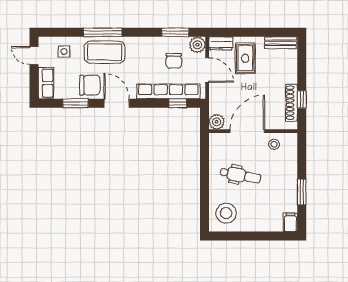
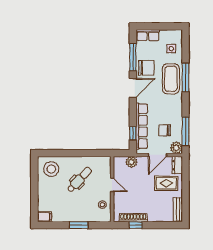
window: (175, 32) -> (185, 131), width x1.44
door: (34, 56) -> (168, 26), removed
chair: (90, 85) -> (146, 68), turned -90
window: (75, 103) -> (133, 57), width x1.44
plant: (217, 122) -> (131, 162), moved
door: (247, 131) -> (112, 185), width x0.53
dental chair: (240, 175) -> (79, 180), turned -148
window: (302, 192) -> (79, 225), moved

